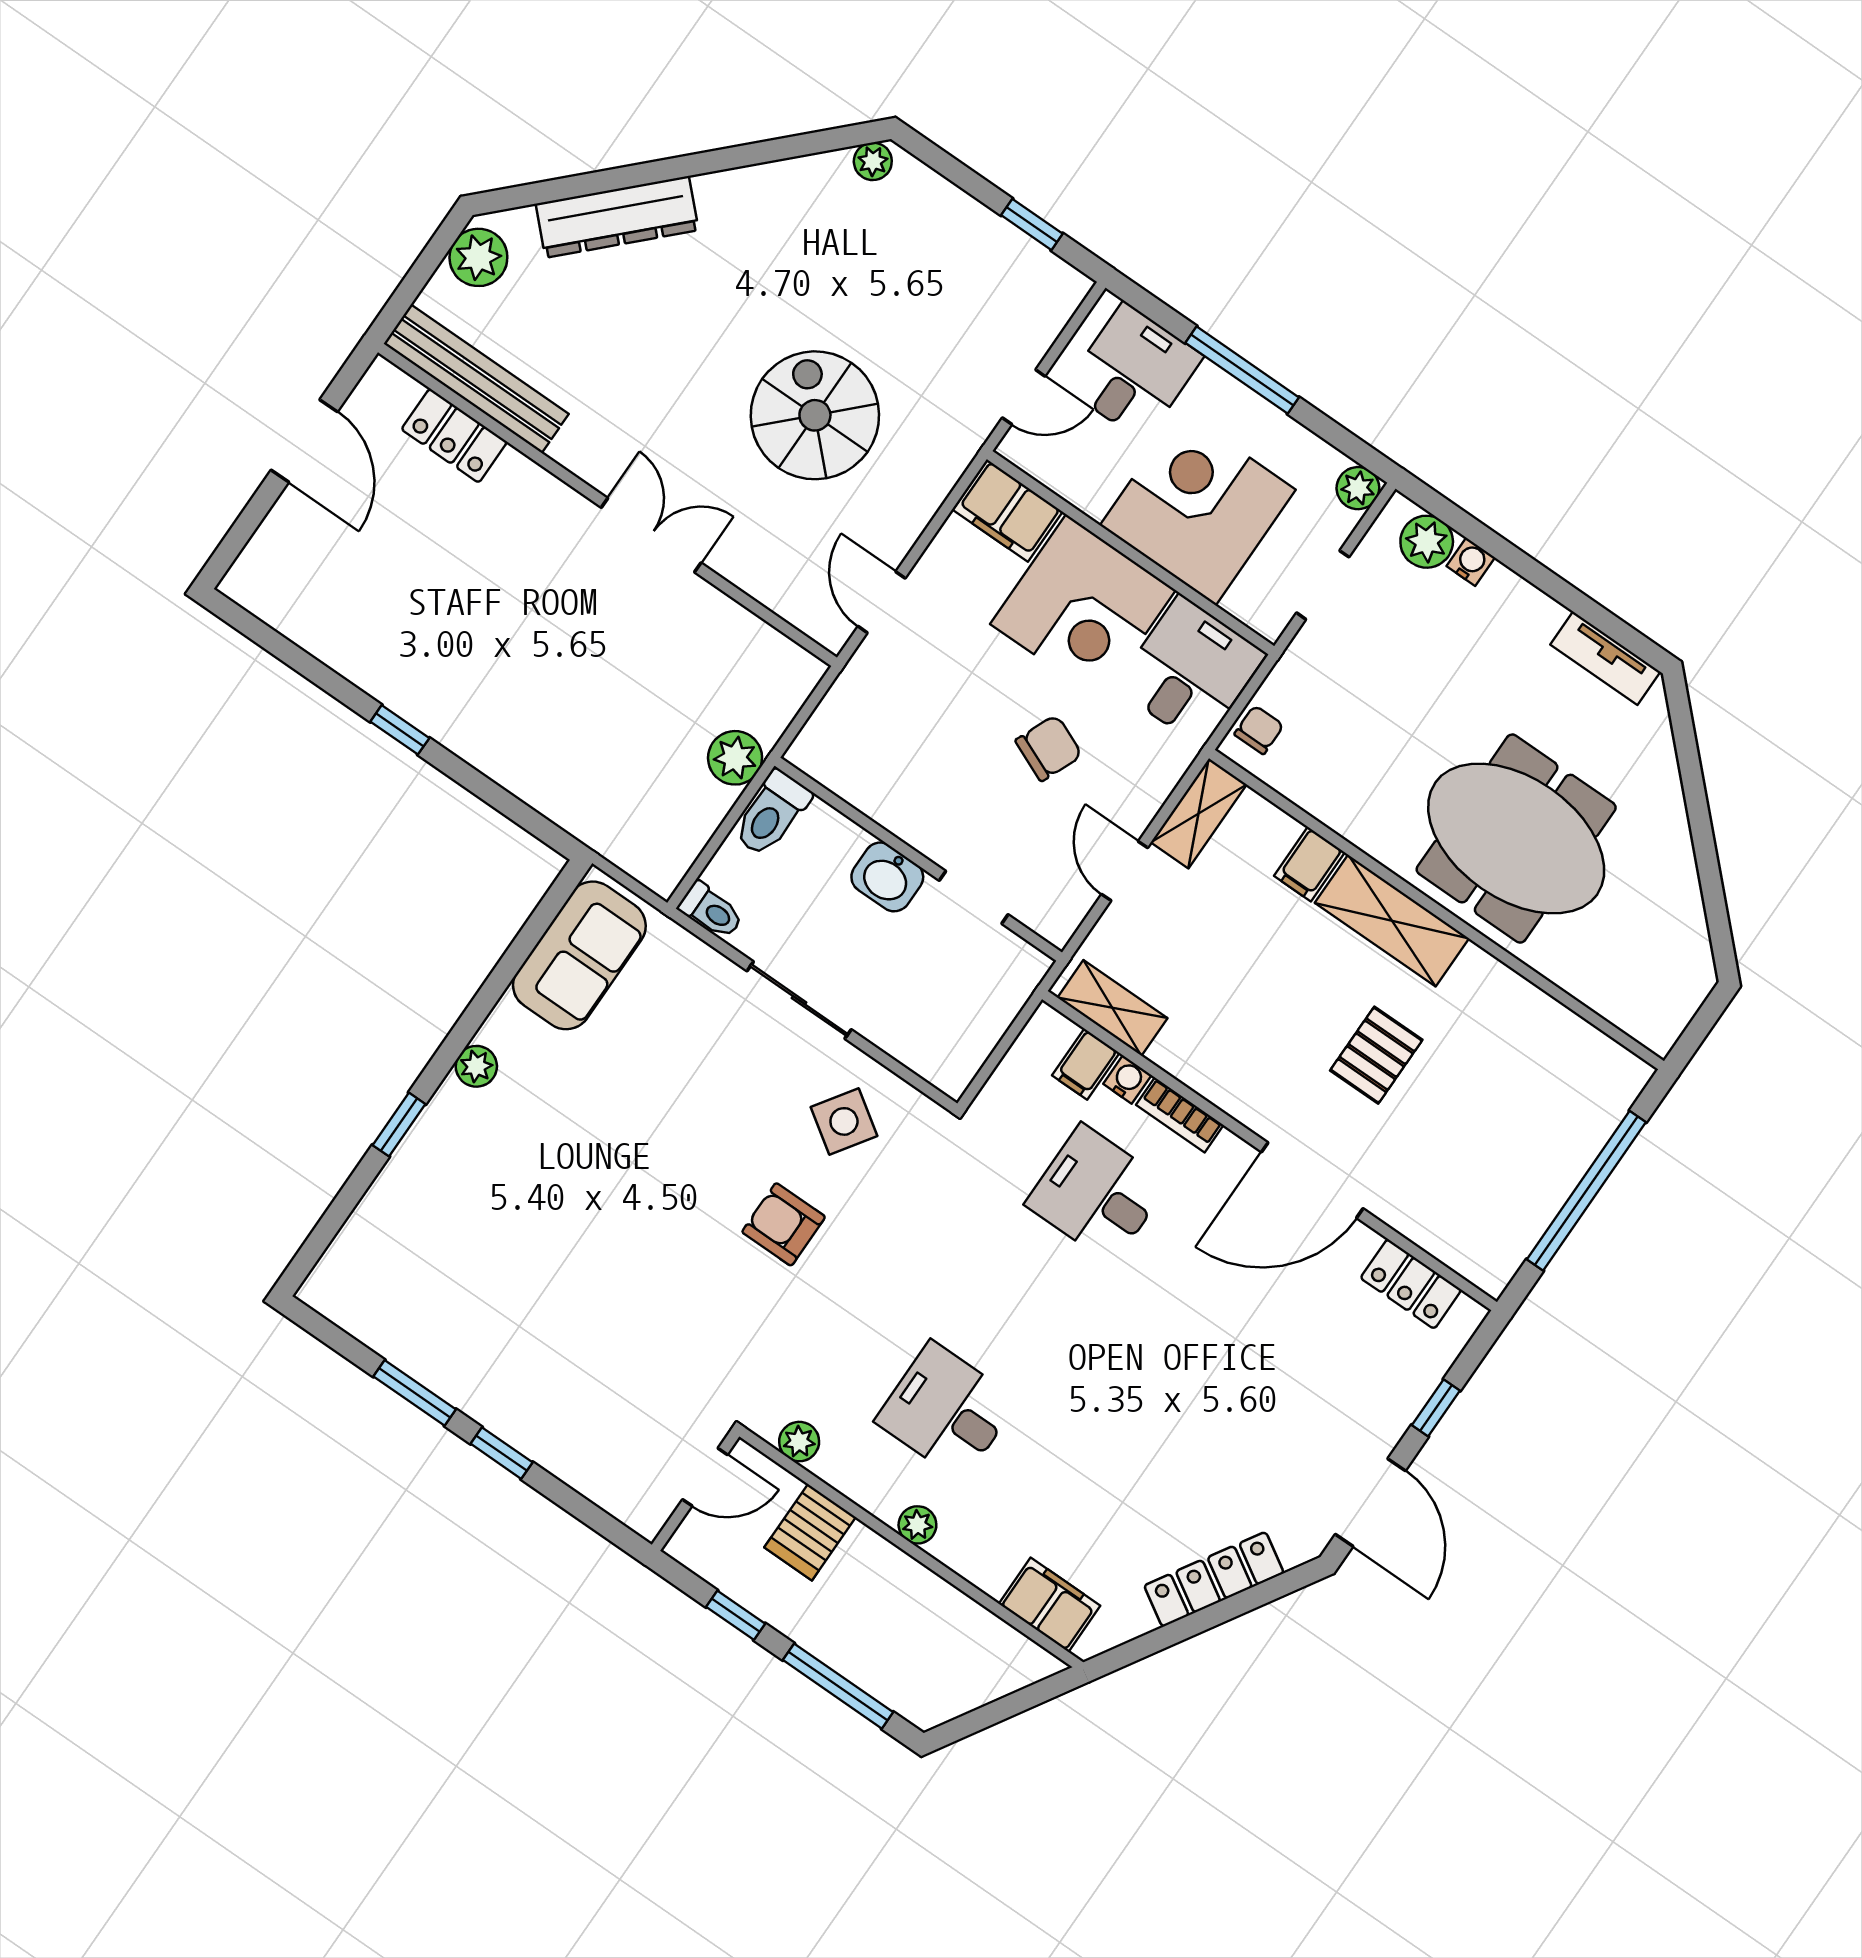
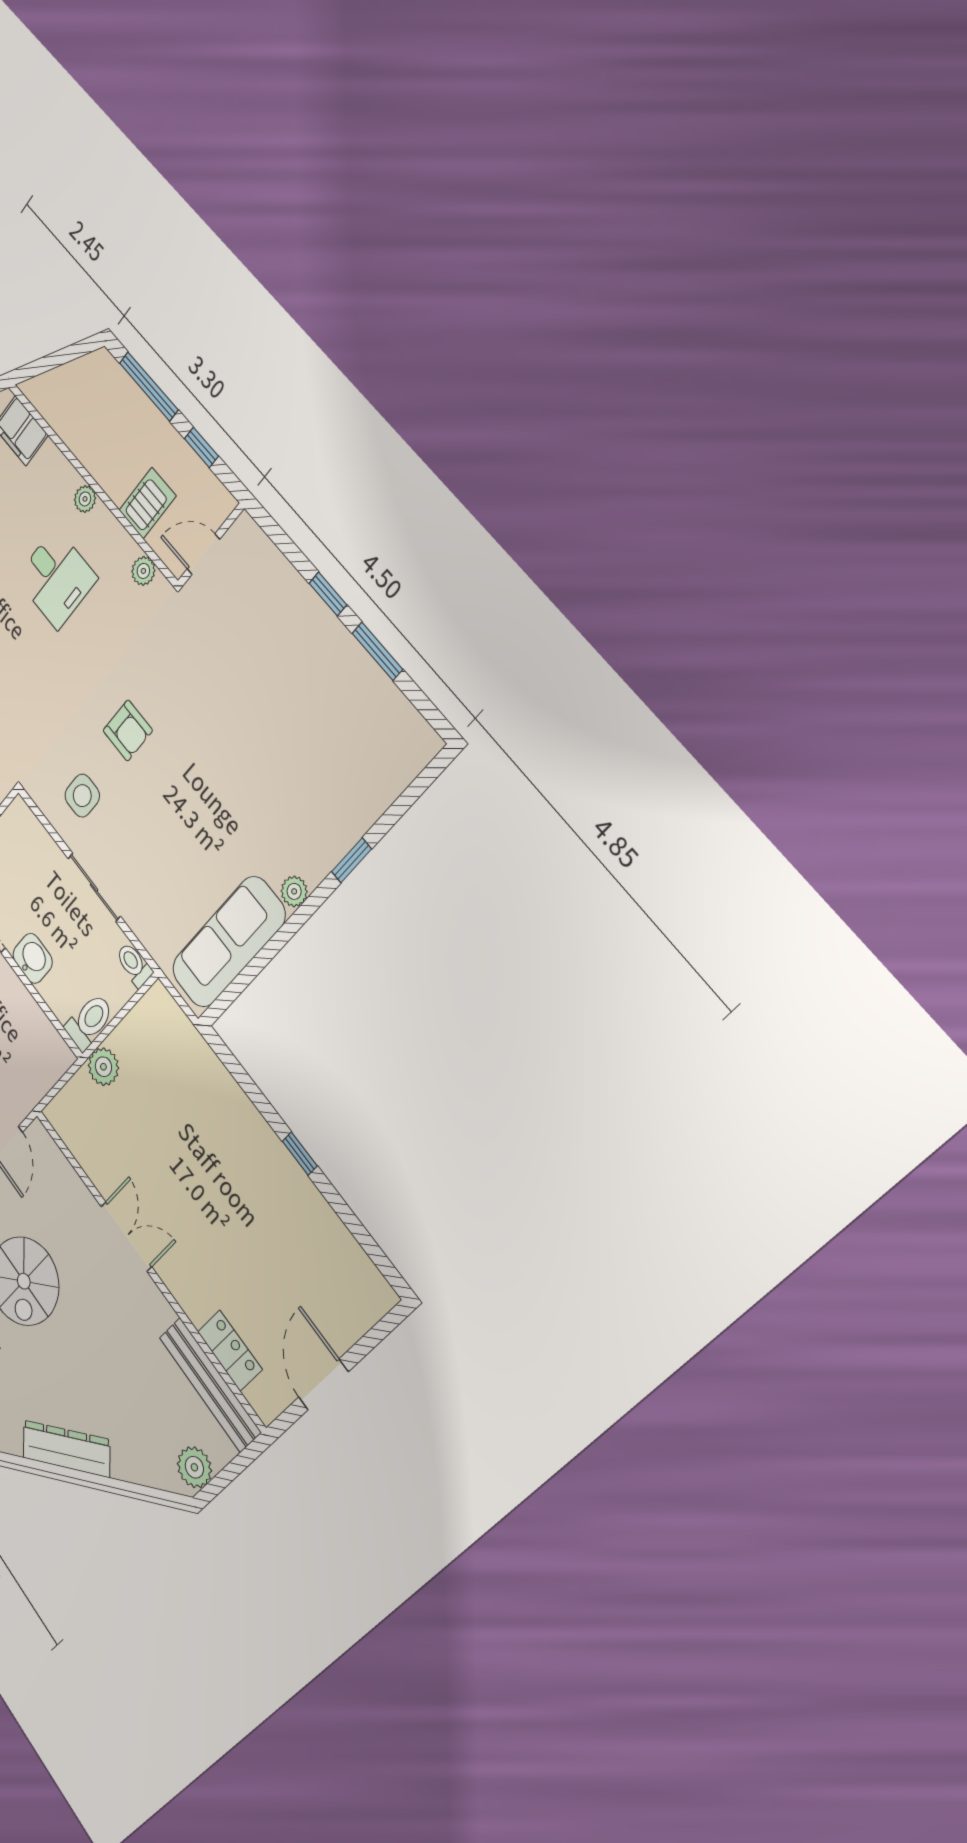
dresser: (617, 217) -> (66, 1449), moved
double door: (651, 535) -> (126, 1237), swing flipped
sofa: (579, 955) -> (228, 942), width x1.36
side table: (844, 1121) -> (82, 796), turned -34

